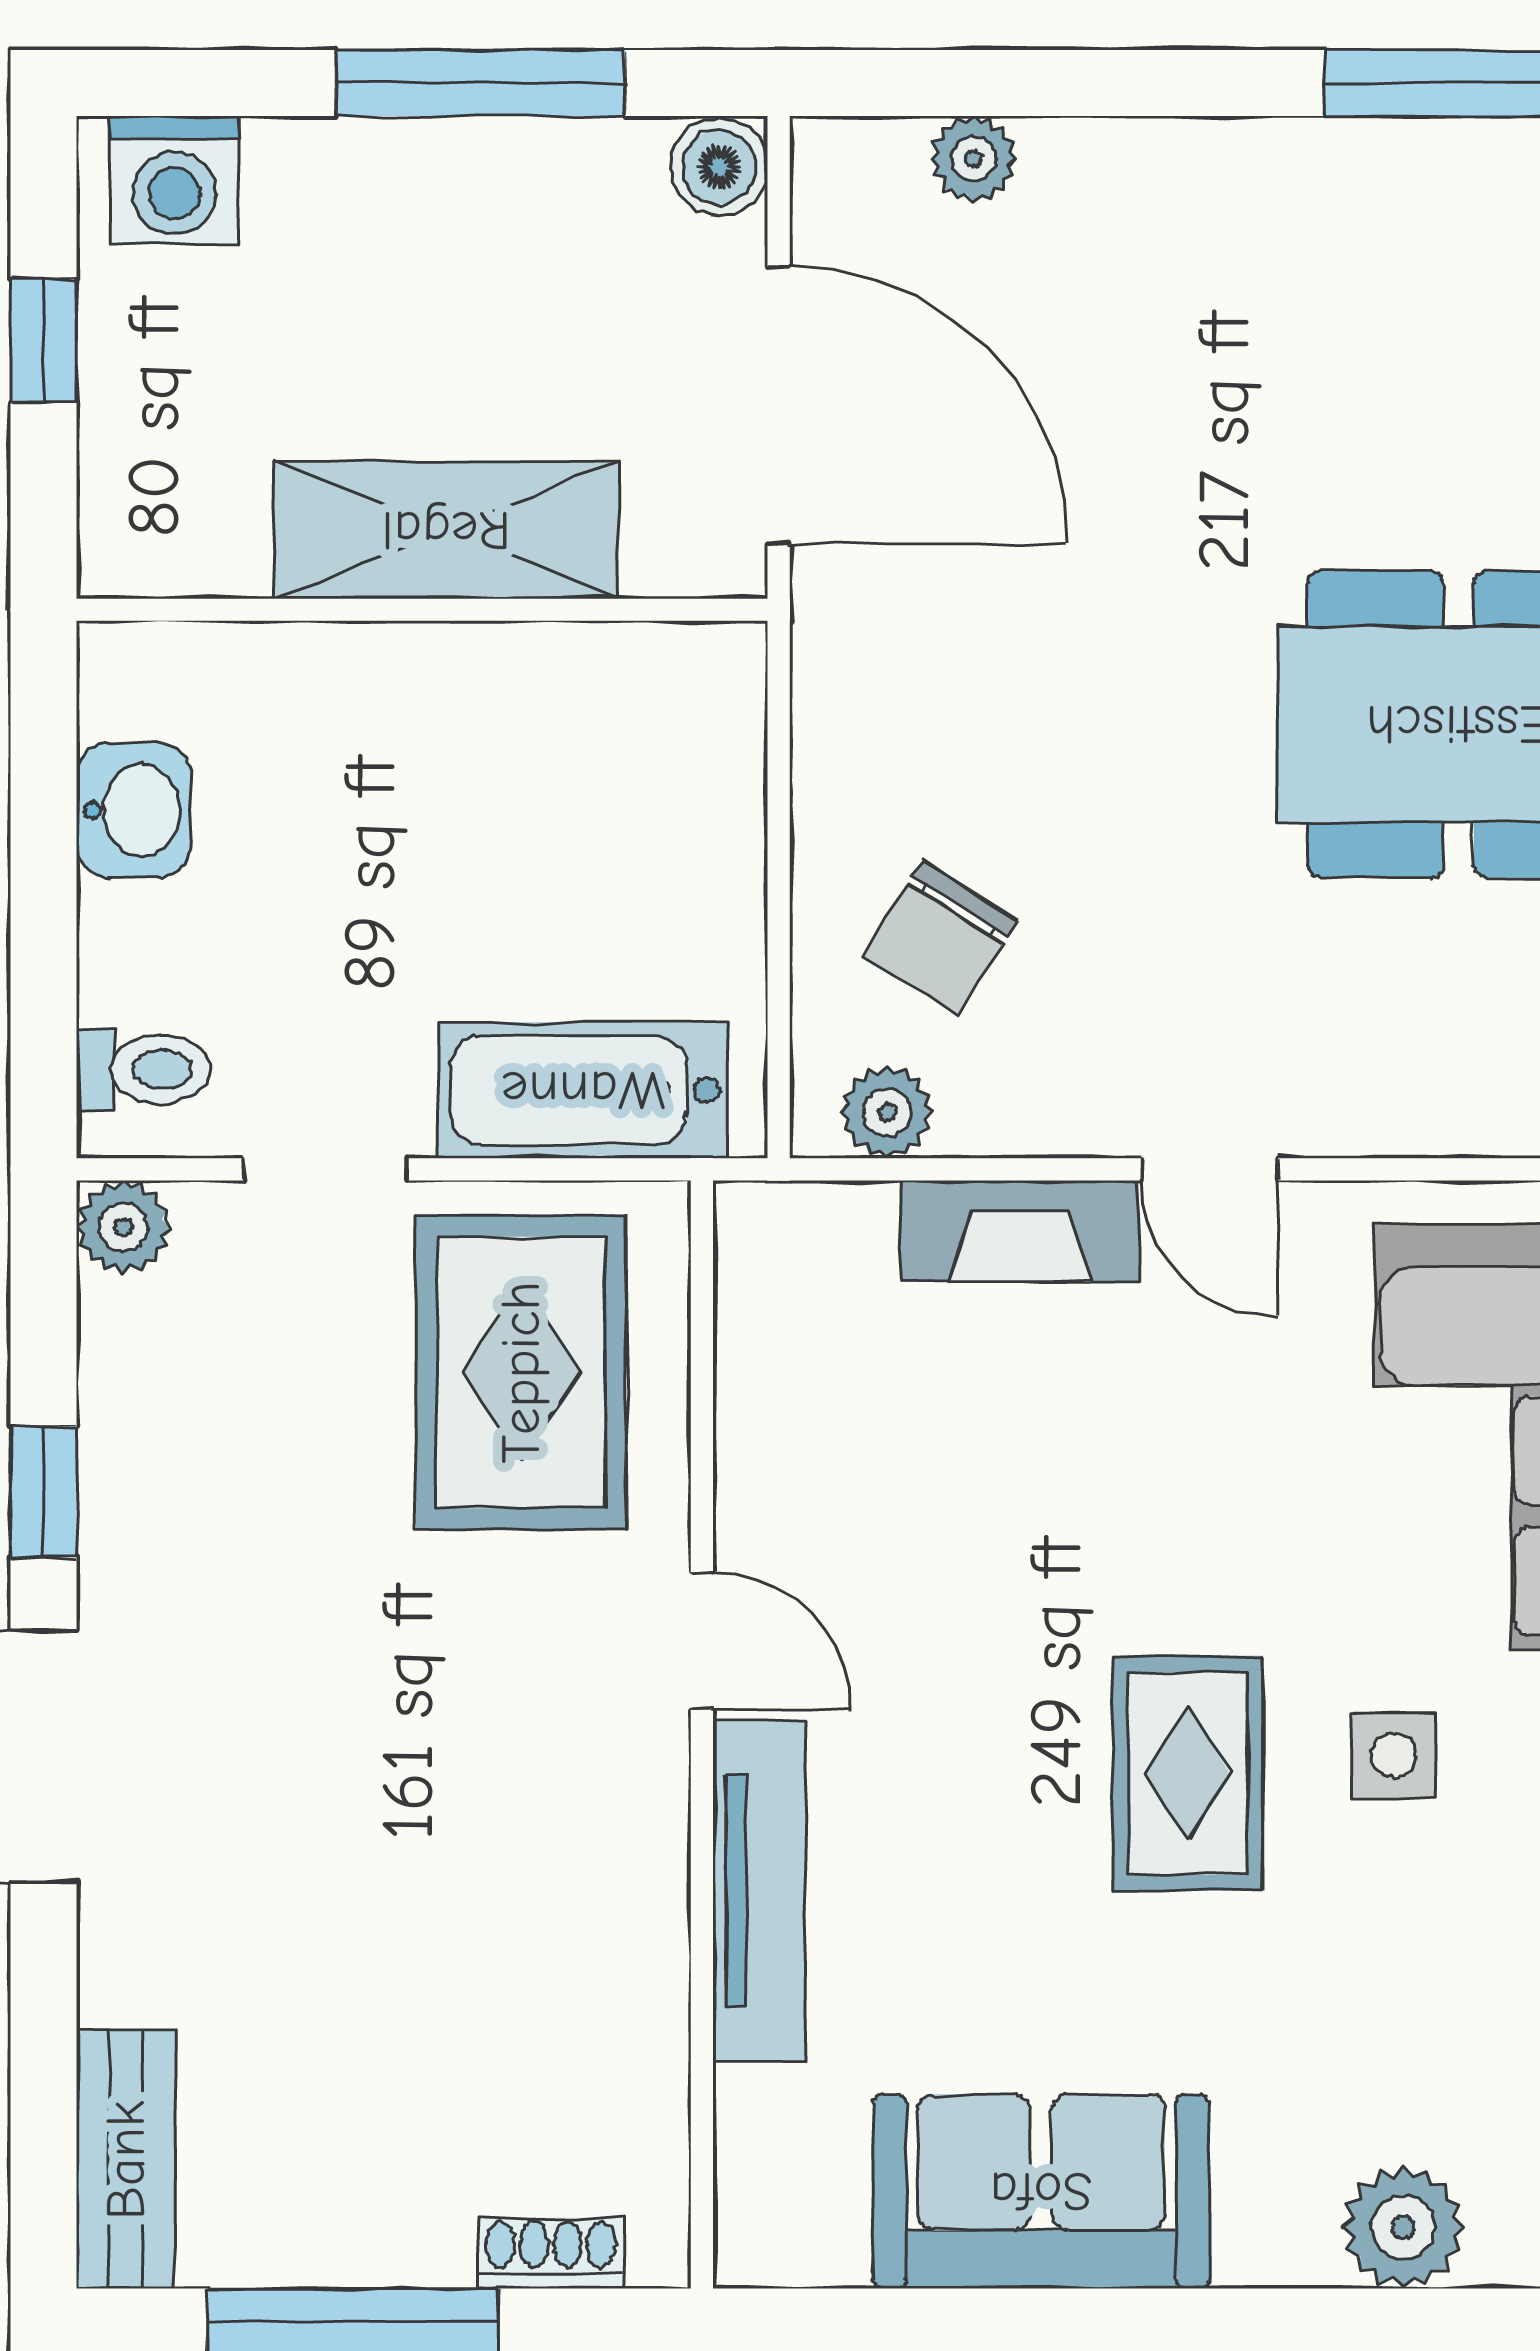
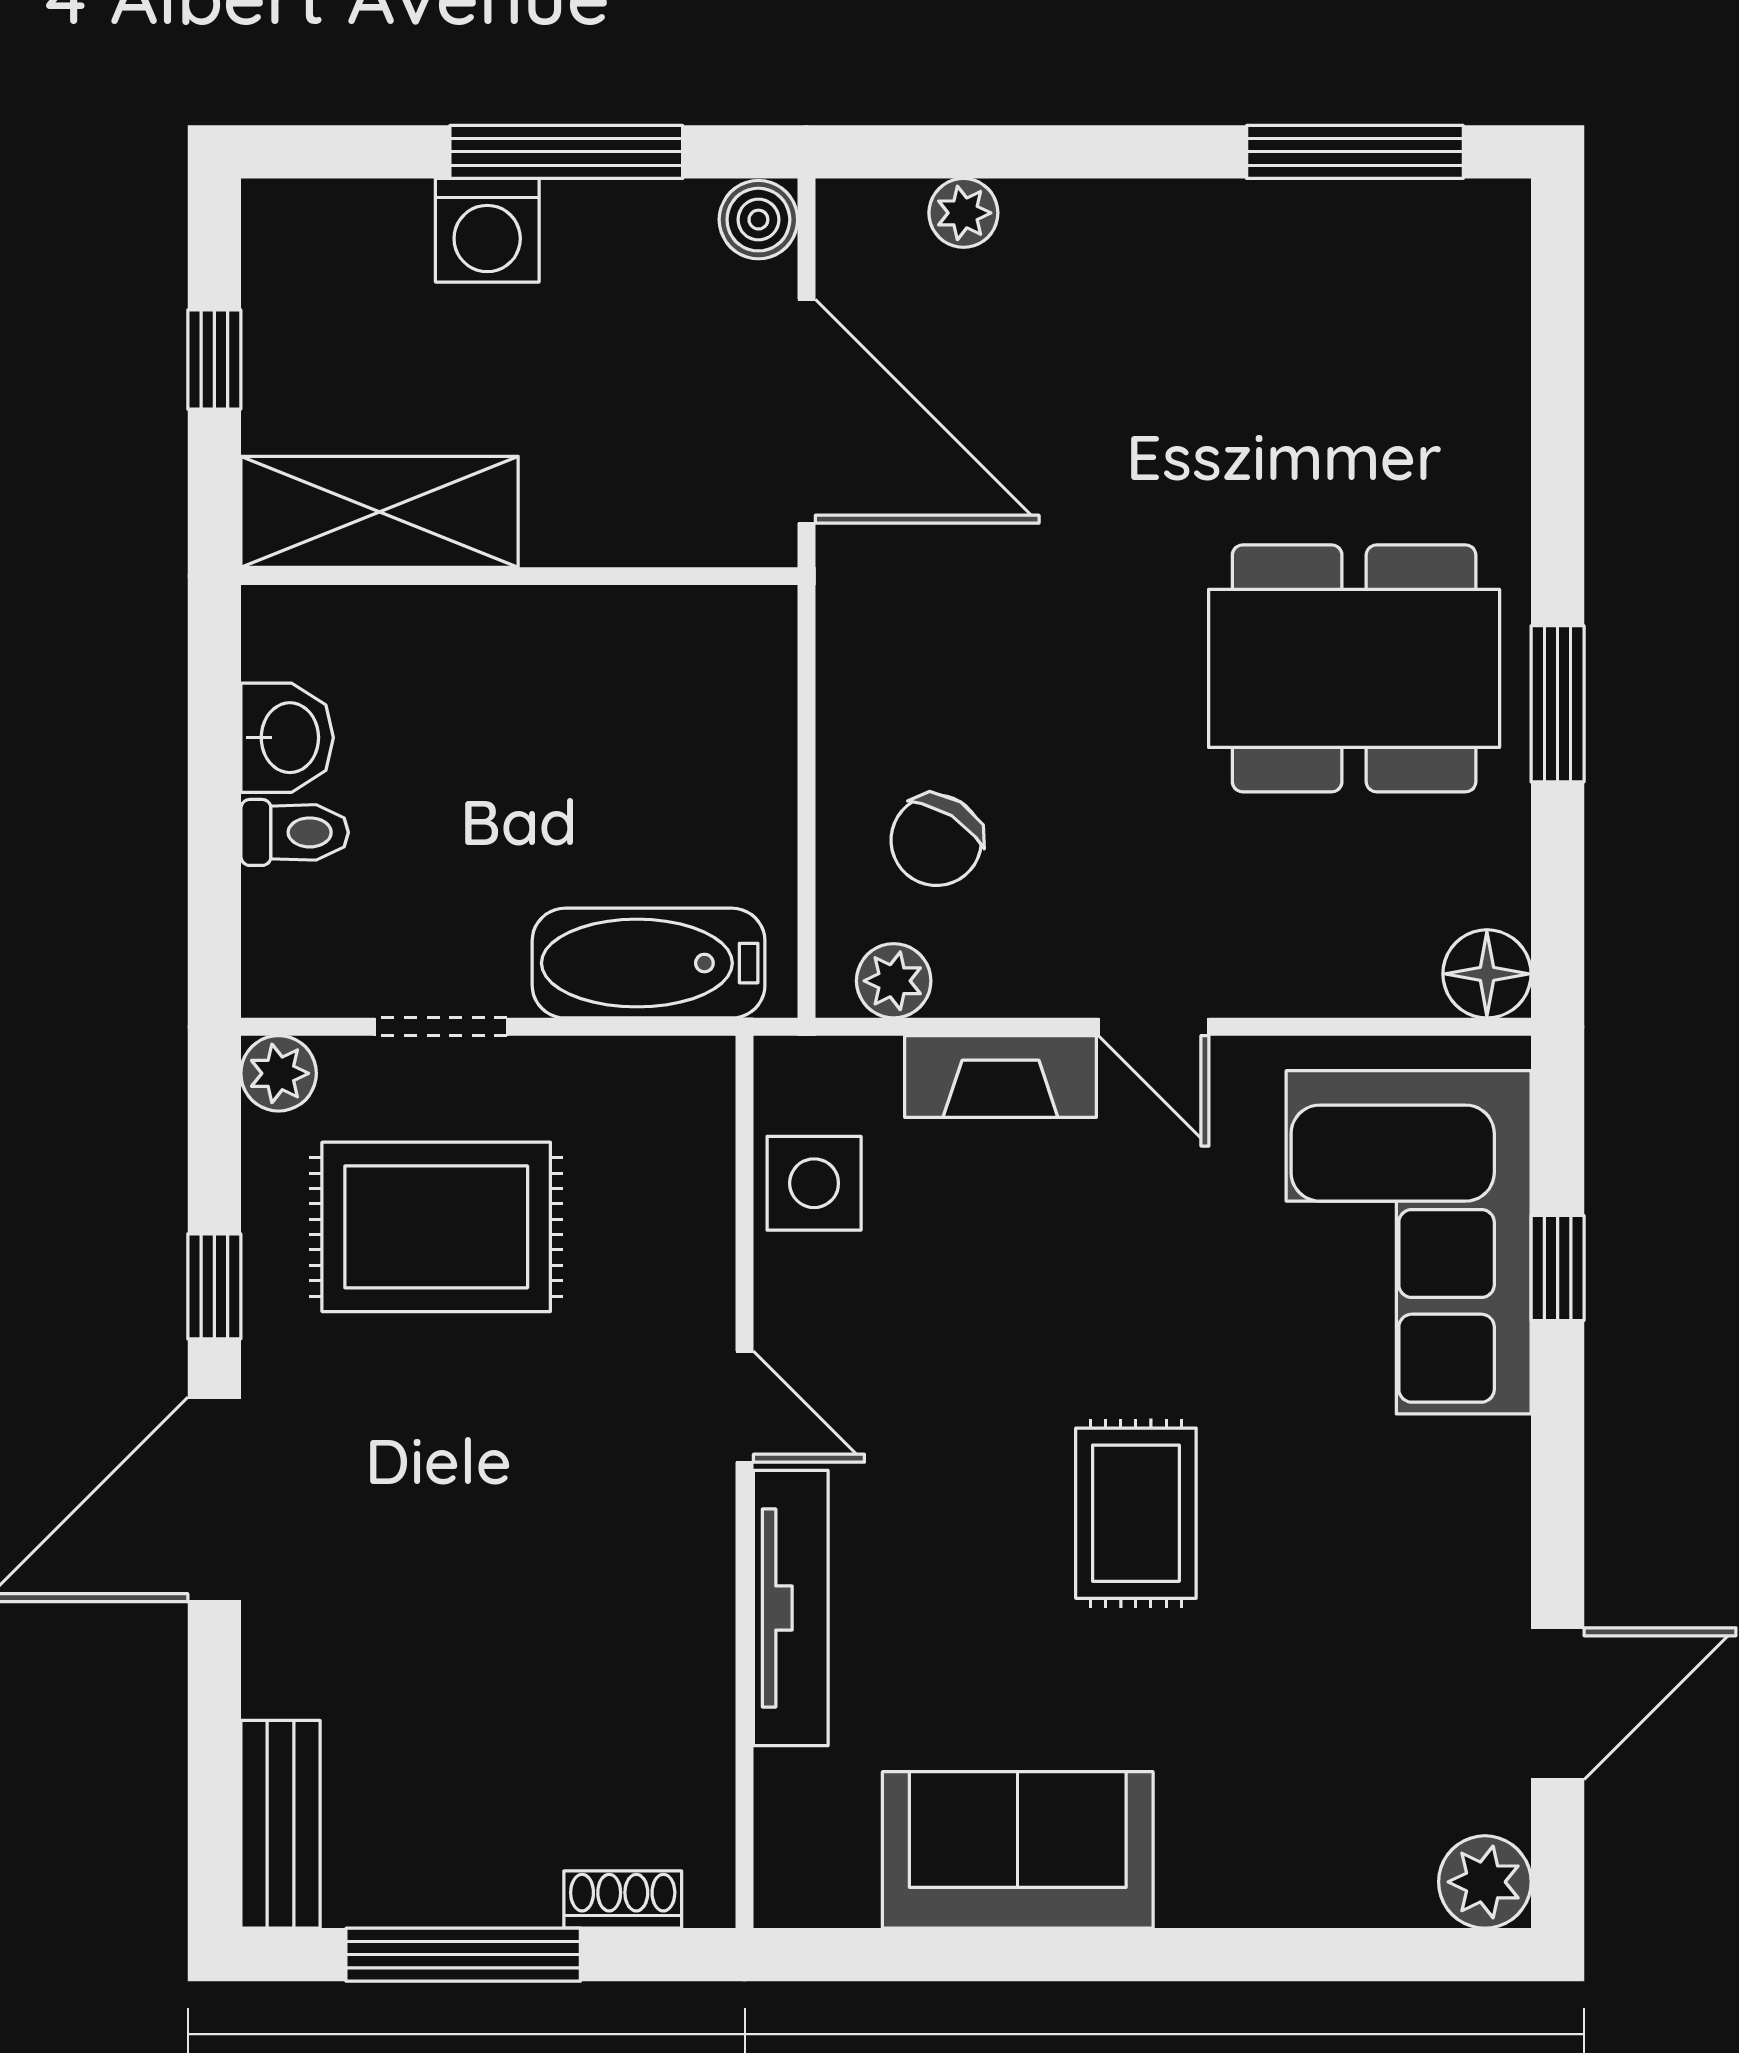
washing machine: (174, 180) -> (487, 230), moved
shelving: (446, 530) -> (380, 512), moved
toilet: (143, 1069) -> (295, 832), moved
rug: (521, 1372) -> (436, 1227), moved, turned 90
side table: (1394, 1755) -> (814, 1183), moved, width x1.37, depth x1.37
plant: (1403, 2227) -> (1309, 1879), removed

